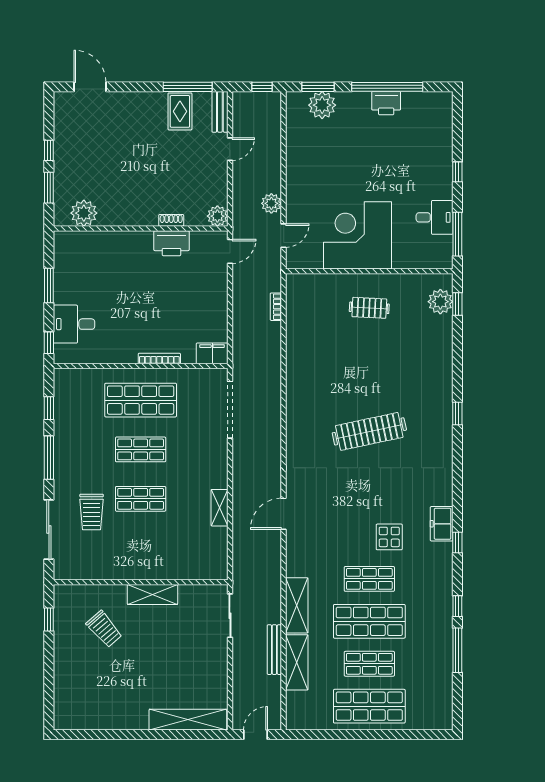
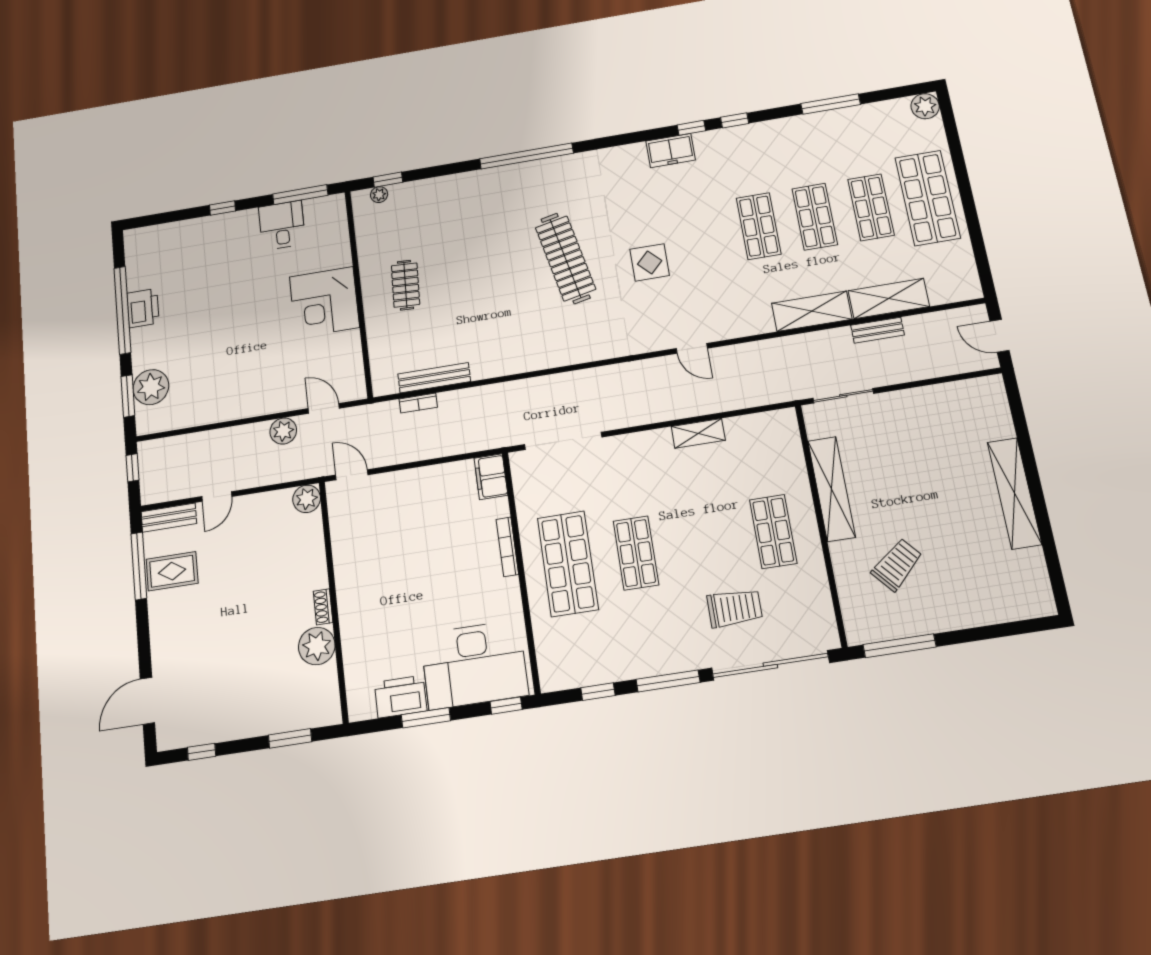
door: (230, 149) -> (217, 497), swing flipped
window: (49, 150) -> (202, 752), moved
plant: (84, 213) -> (317, 646), moved
shoe rack: (171, 220) -> (323, 607), moved
corner desk: (357, 235) -> (324, 302), width x0.74, depth x0.74
printer: (171, 243) -> (401, 697), moved, turned -90
plant: (440, 302) -> (379, 195), width x0.53, depth x0.53
bench: (293, 321) -> (434, 378), added
desk: (74, 324) -> (474, 665), width x1.87, depth x1.30
window: (457, 413) -> (526, 156), width x3.17
shop shelf: (141, 499) -> (773, 531), moved
door: (284, 514) -> (692, 348), width x0.73
sliding door: (49, 529) -> (770, 665), width x1.36
display table: (389, 537) -> (650, 262), moved
shelving: (152, 594) -> (832, 489), width x1.47
window: (457, 606) -> (735, 120), moved
window: (49, 620) -> (900, 646), width x2.17
shop shelf: (369, 621) -> (815, 217), width x0.70, depth x0.74
bench: (274, 650) -> (878, 330), width x0.73
shelving: (188, 720) -> (1014, 493), moved
plant: (442, 720) -> (925, 106), added

